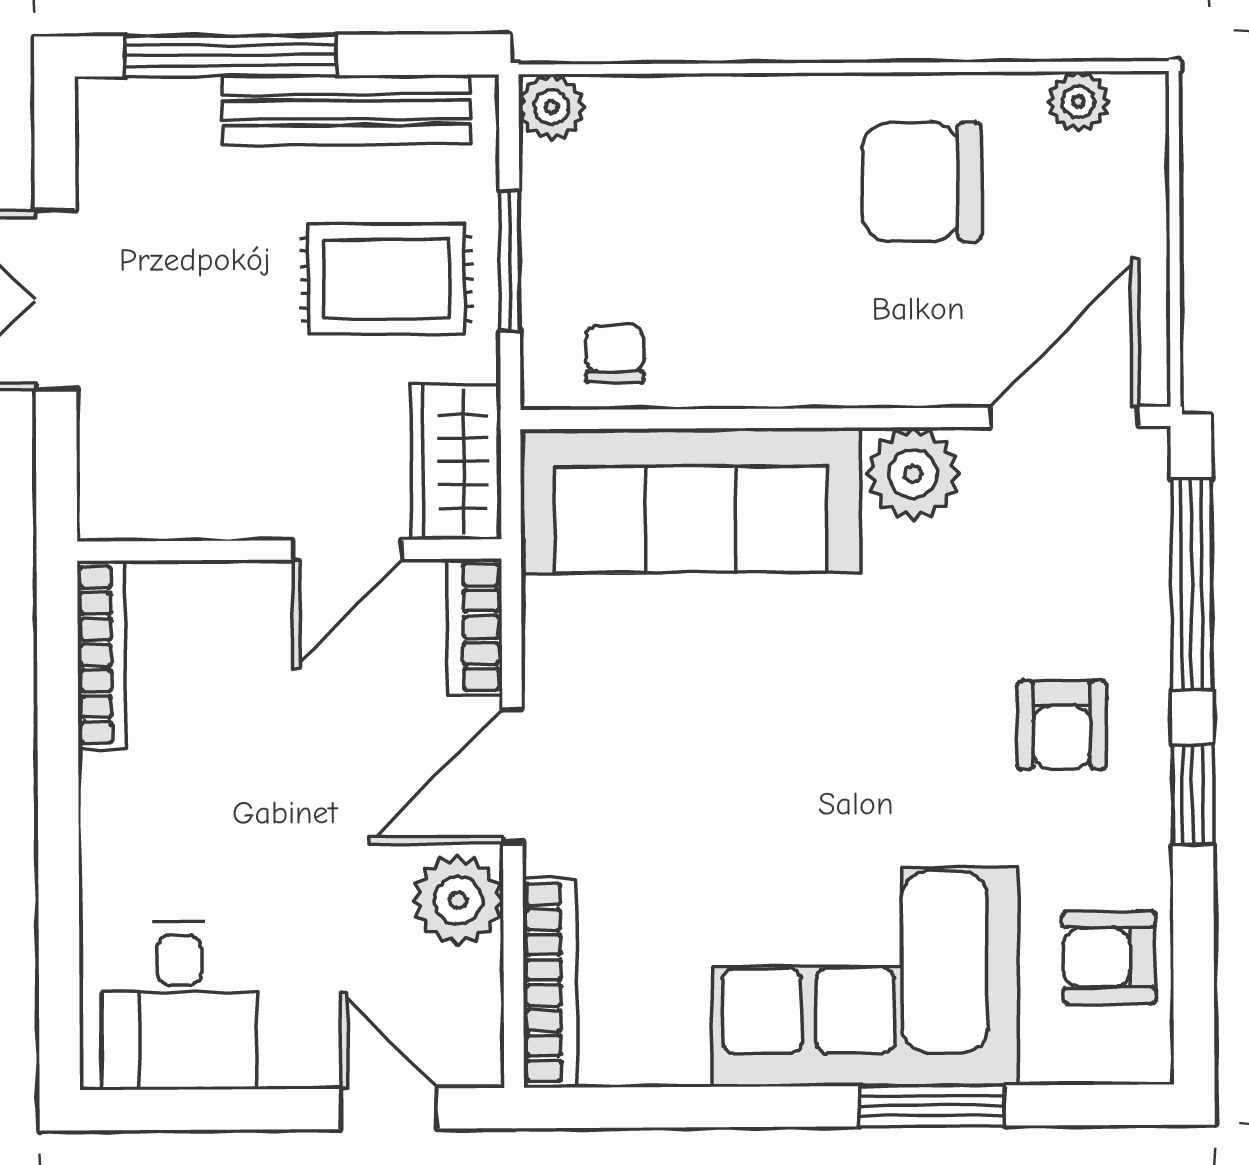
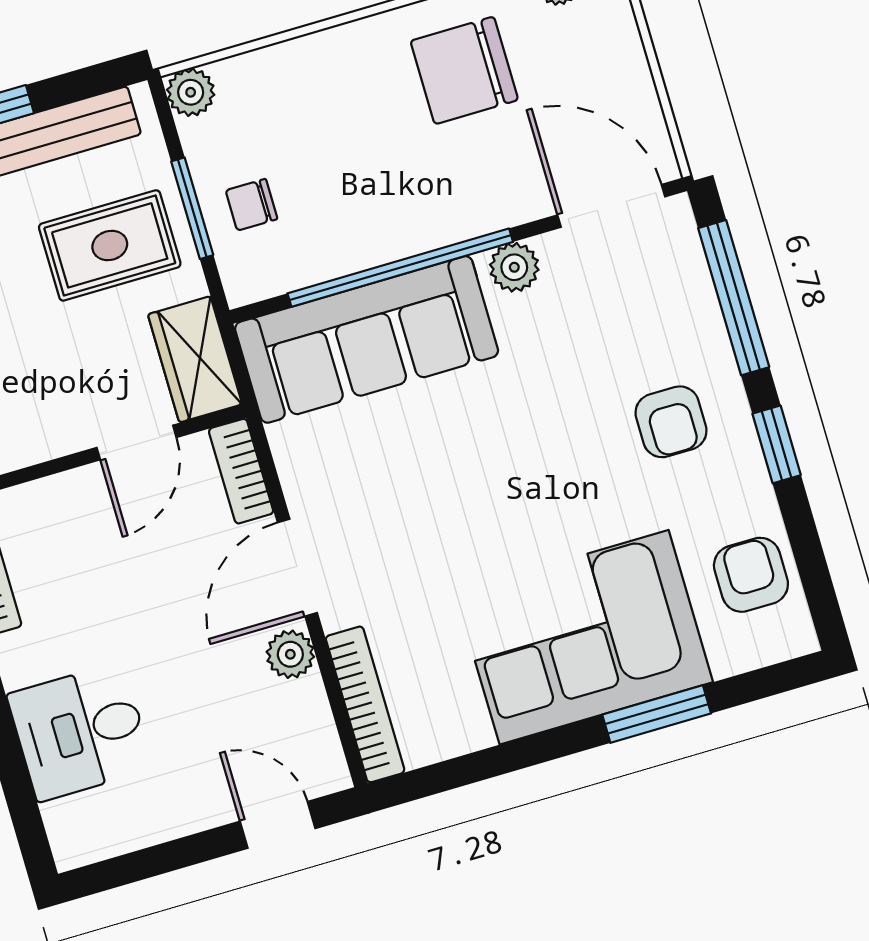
chair: (615, 354) -> (252, 205), moved, turned -90
door: (1064, 417) -> (611, 206), hinge flipped
window: (762, 418) -> (400, 268), added
plant: (913, 474) -> (514, 267), width x0.73, depth x0.73
plant: (458, 900) -> (290, 654), width x0.73, depth x0.73
armchair: (1109, 958) -> (751, 575), turned 90
desk: (180, 1006) -> (80, 732), moved, turned 90

